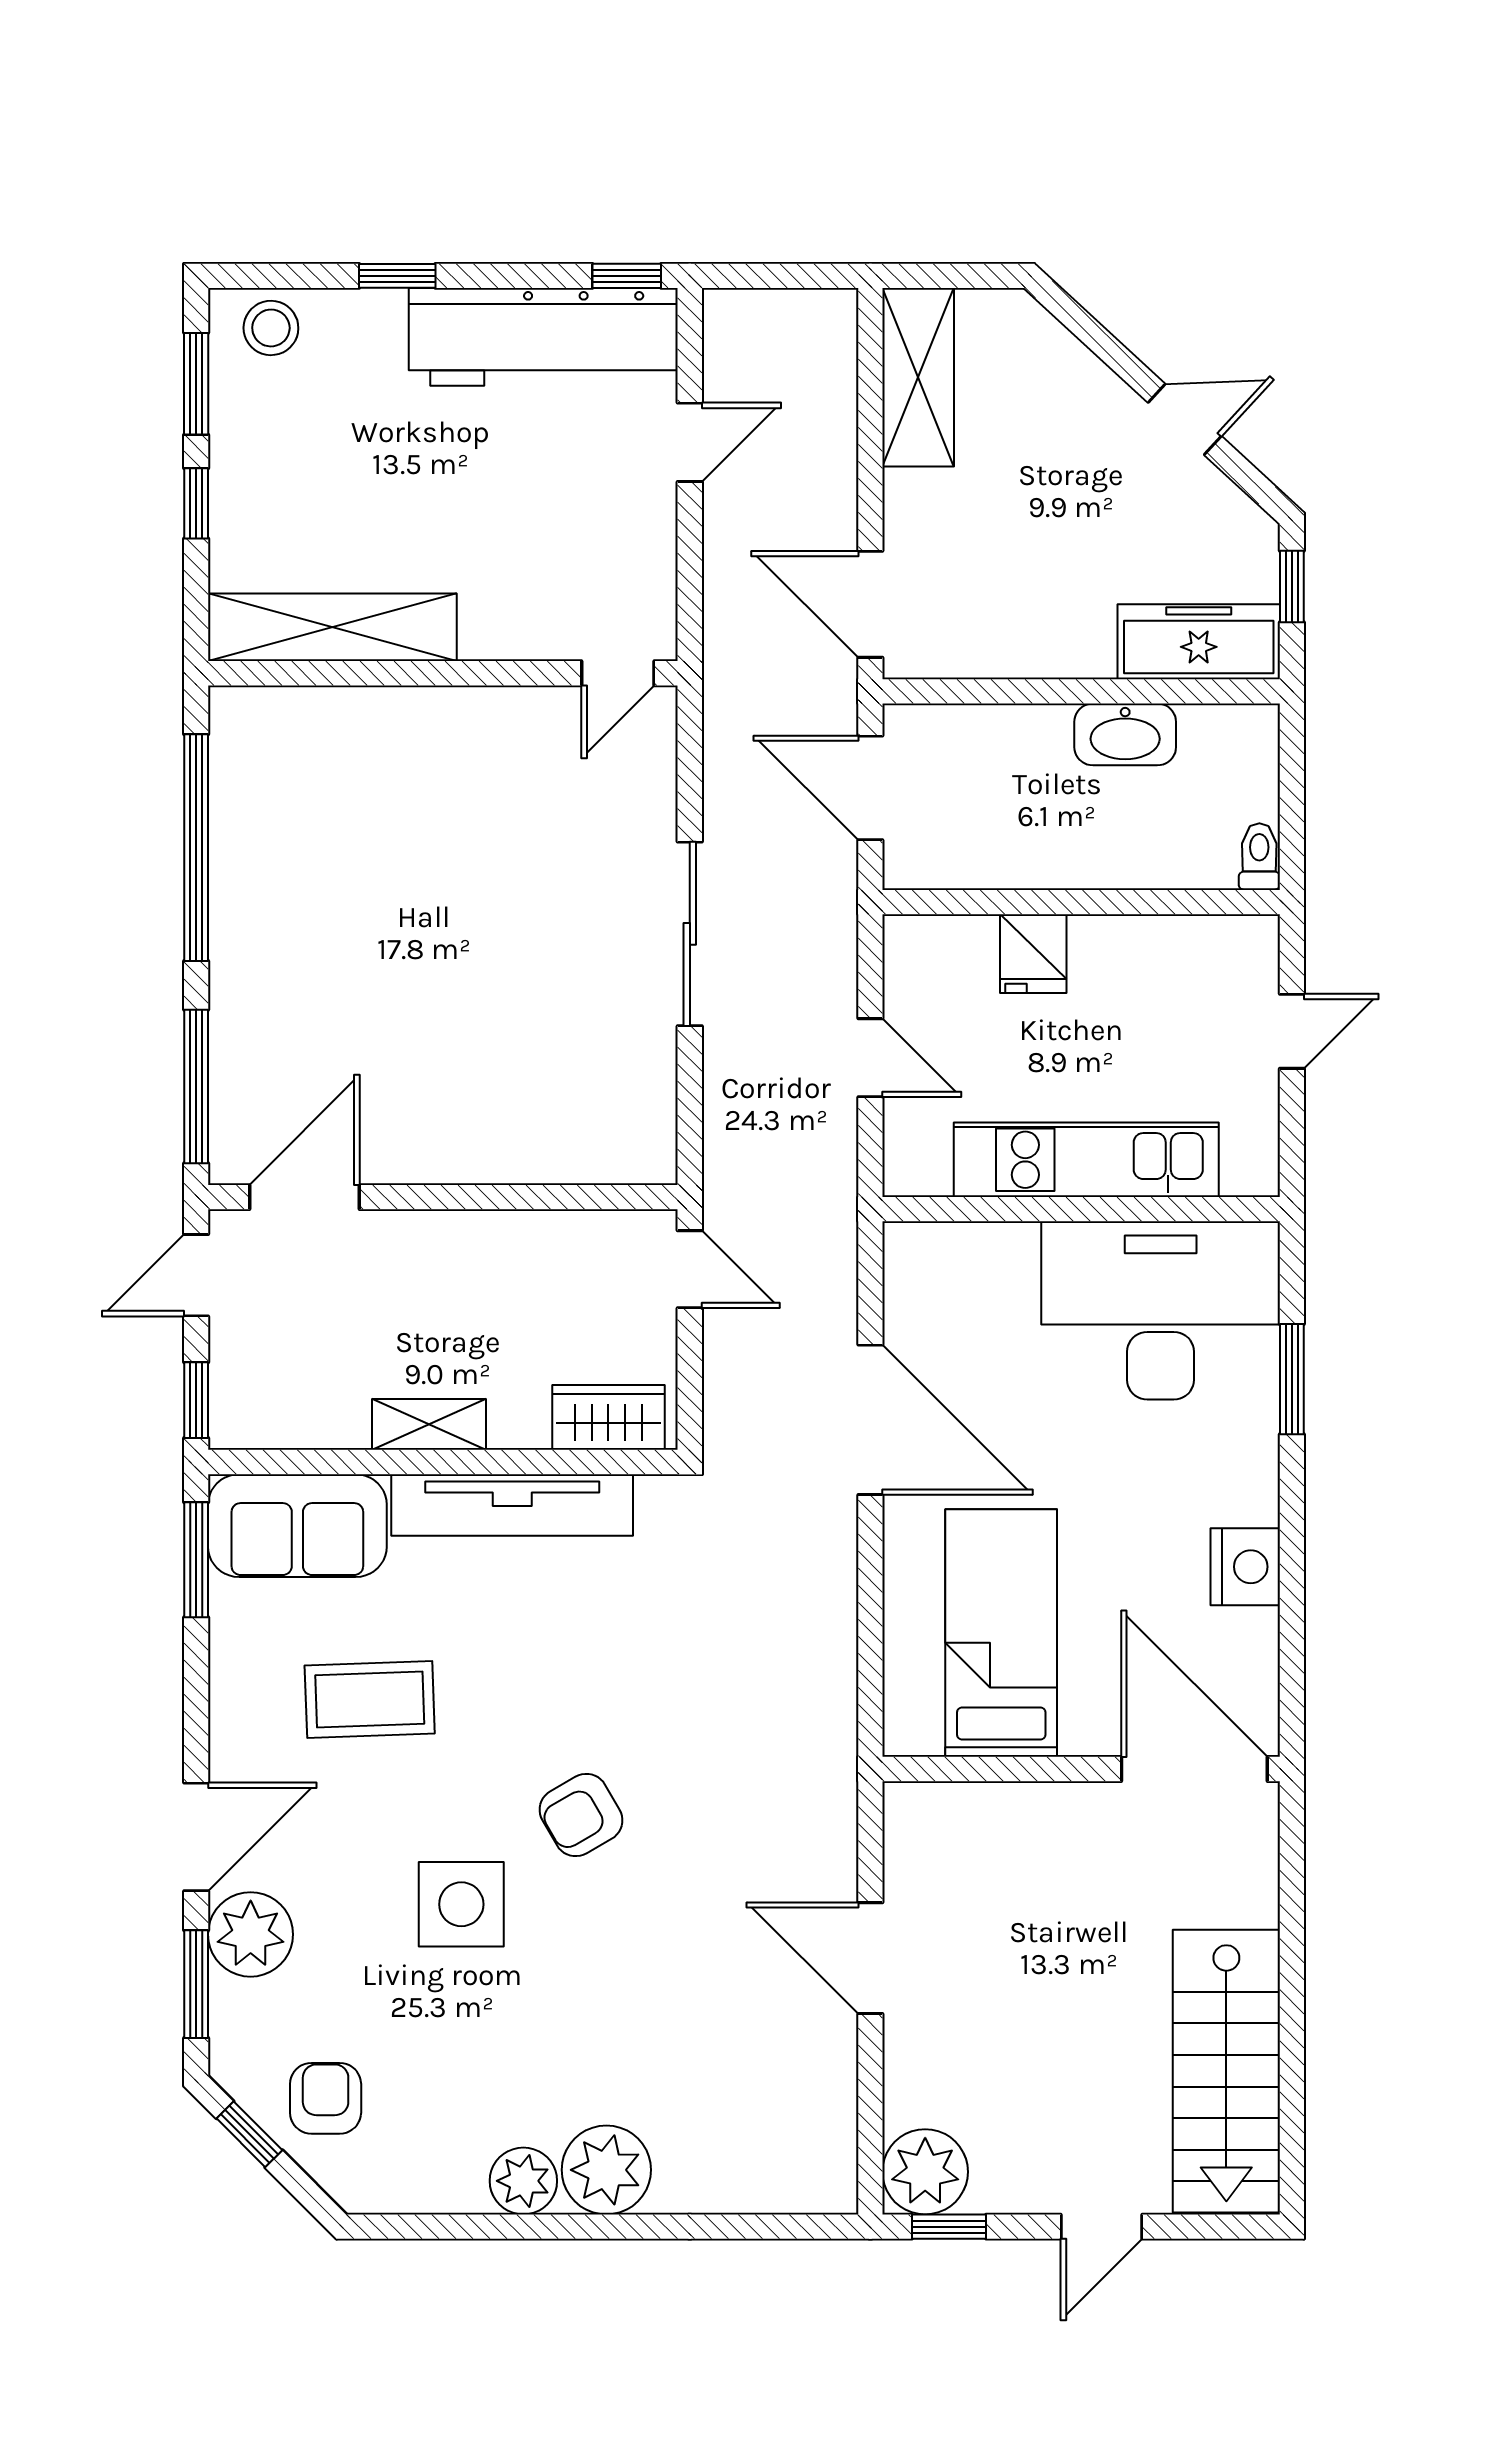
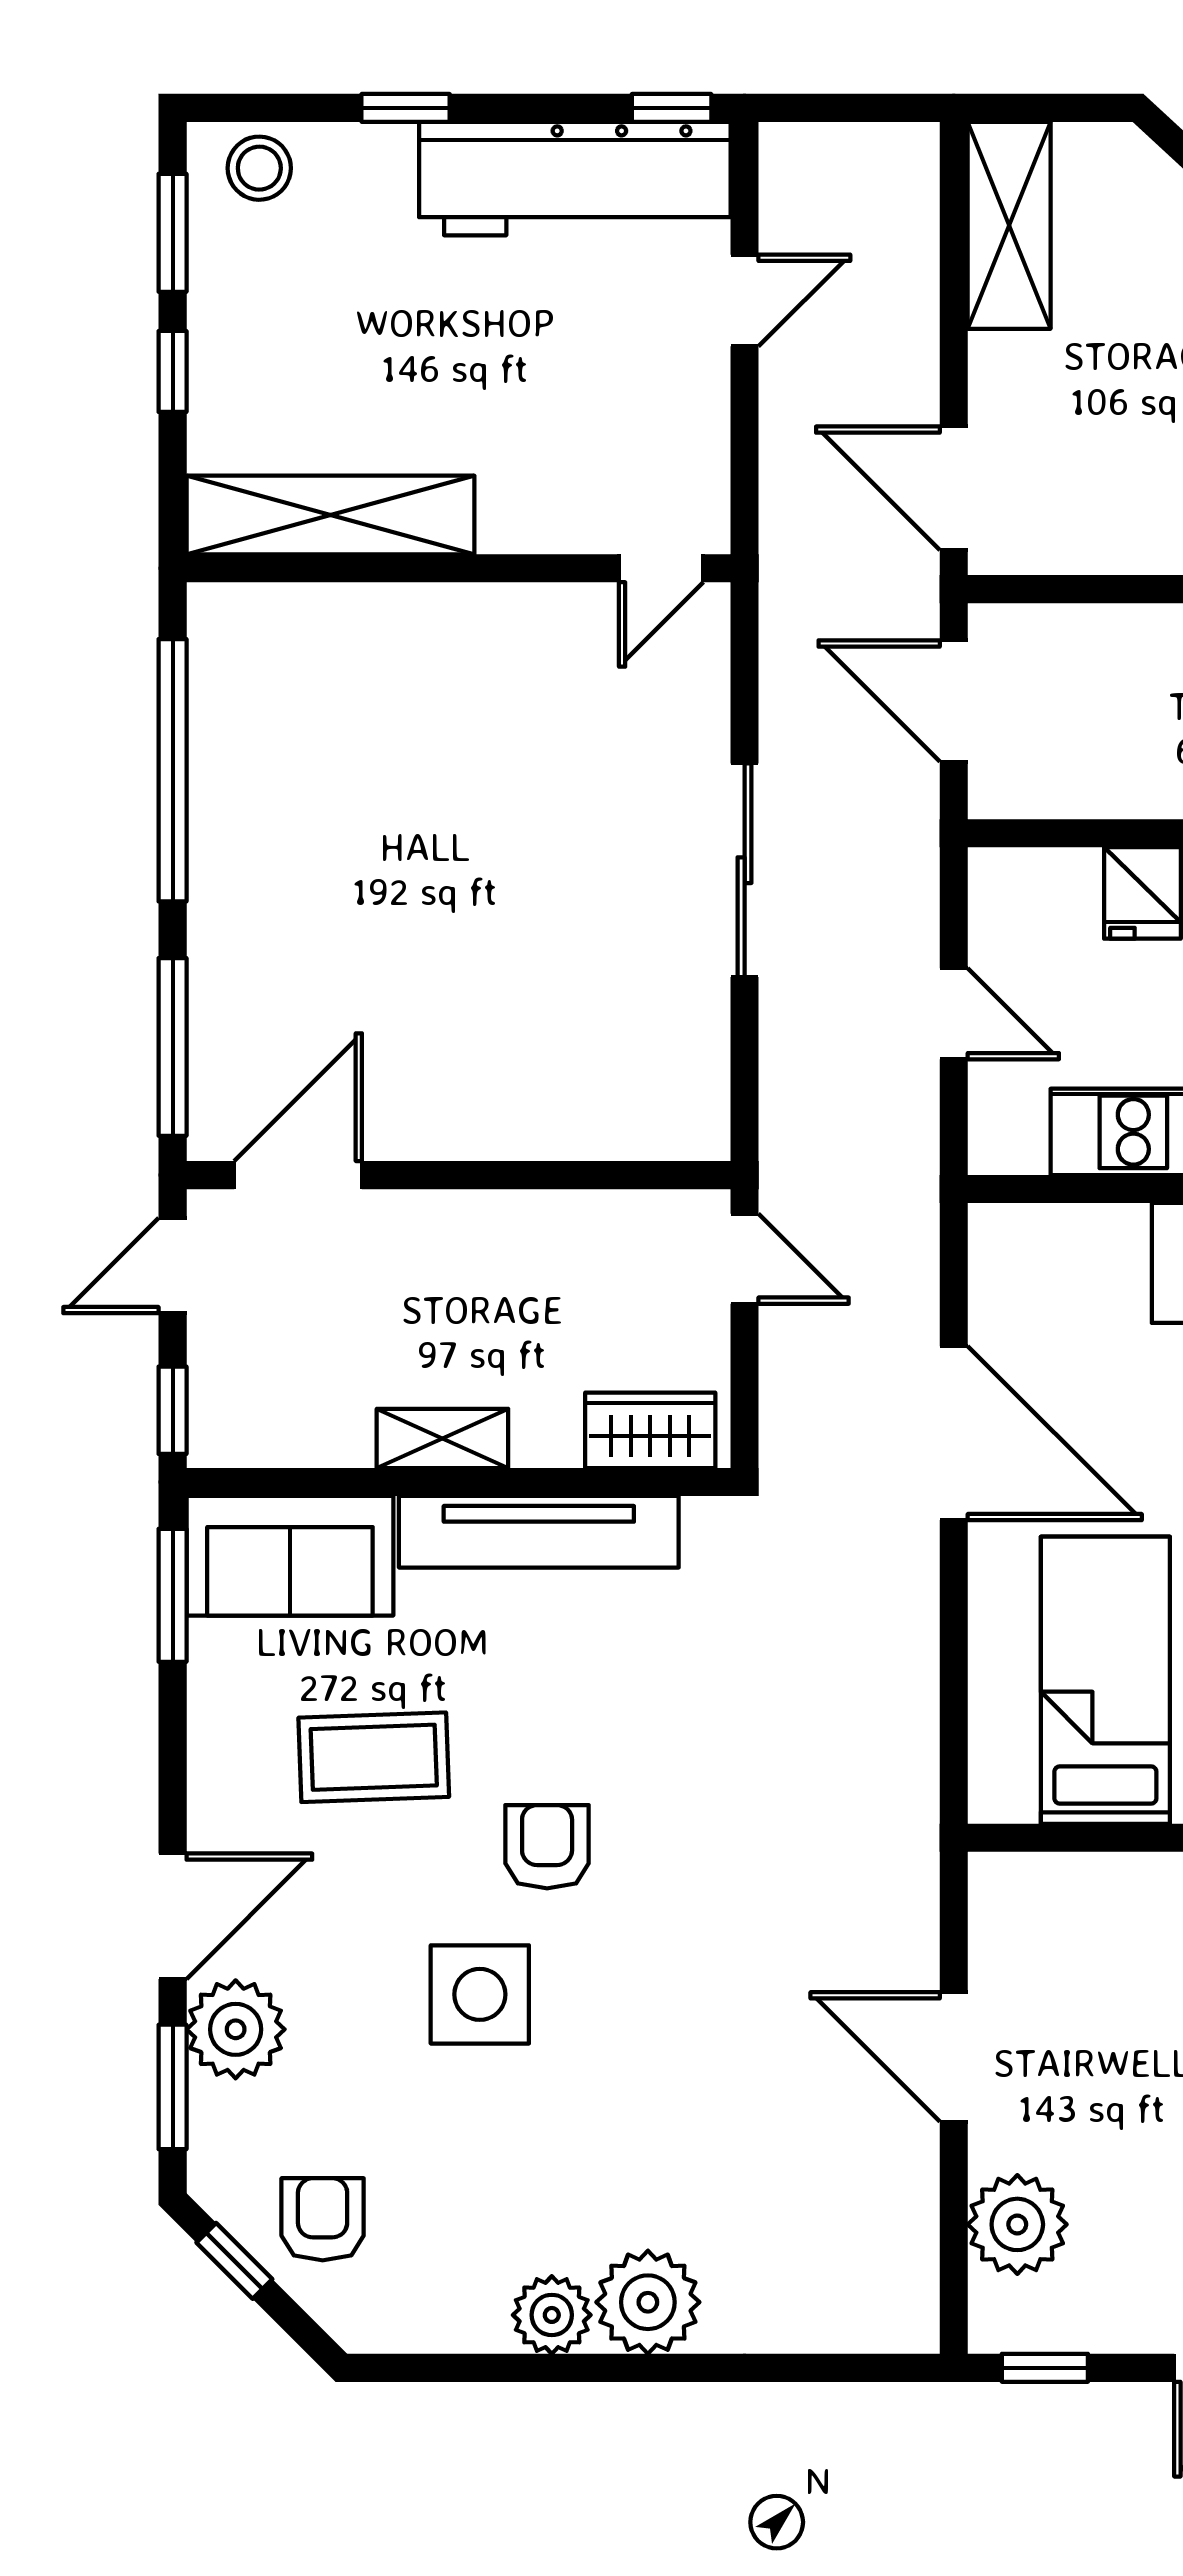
armchair: (581, 1815) -> (547, 1847), moved, turned 120
plant: (925, 2172) -> (1017, 2224), moved

